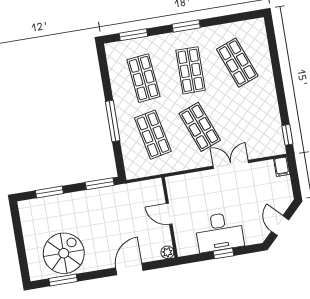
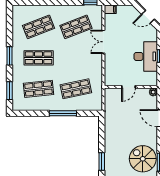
shop shelf: (200, 127) -> (76, 27), moved
window: (100, 184) -> (102, 128), removed

